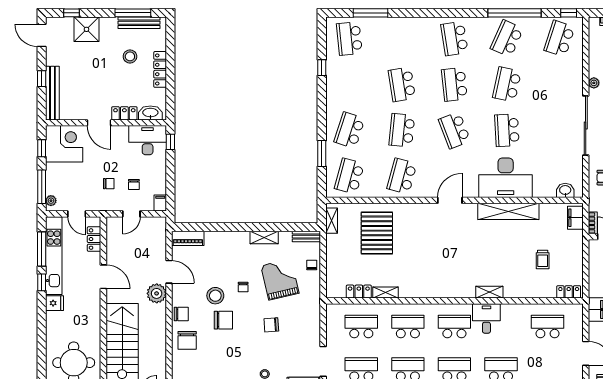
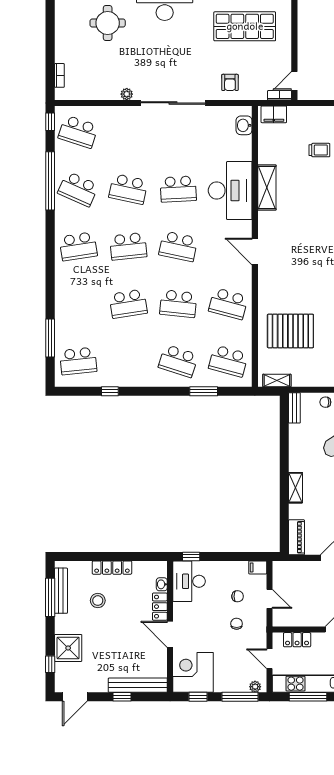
washbasin: (150, 113) -> (162, 584), width x0.52, depth x0.69
door: (99, 123) -> (170, 634), swing flipped
school desk: (454, 130) -> (178, 246), turned 33
shelving: (508, 211) -> (267, 188), width x0.68
door: (77, 214) -> (270, 659), swing flipped
shelving: (264, 238) -> (295, 488), moved

